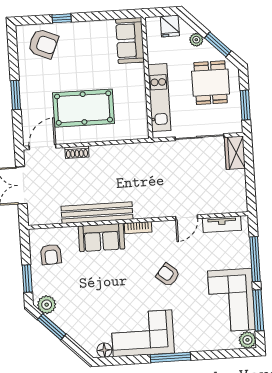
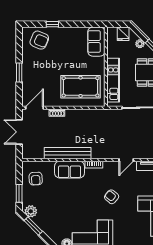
pool table: (84, 108) -> (81, 87), moved

